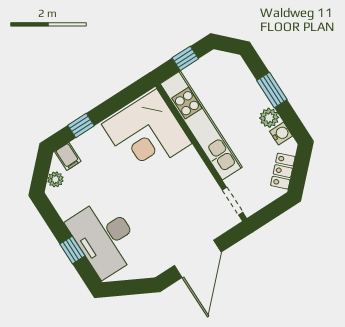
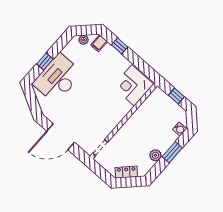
kitchen unit: (201, 125) -> (140, 117), removed
corner desk: (147, 134) -> (133, 85), width x0.74, depth x0.74
water cooler: (281, 134) -> (180, 129), moved

